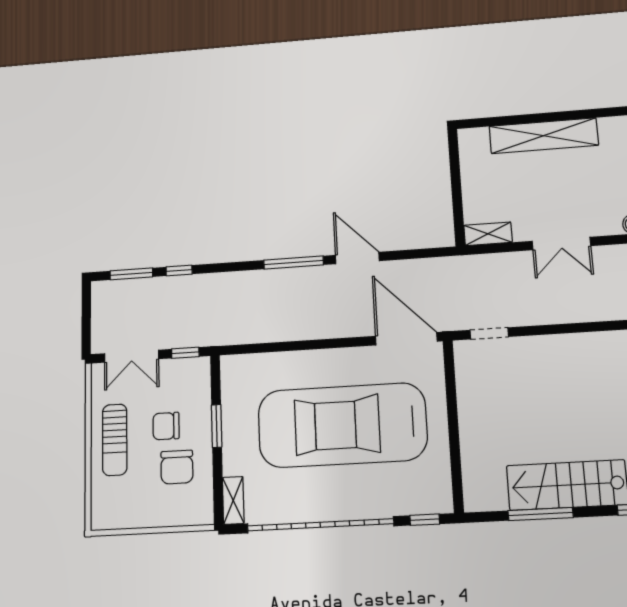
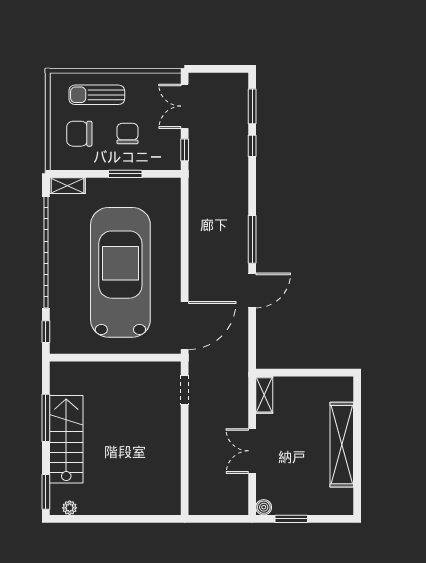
sun lounger: (115, 440) -> (97, 95), moved
chair: (177, 467) -> (79, 134), moved

